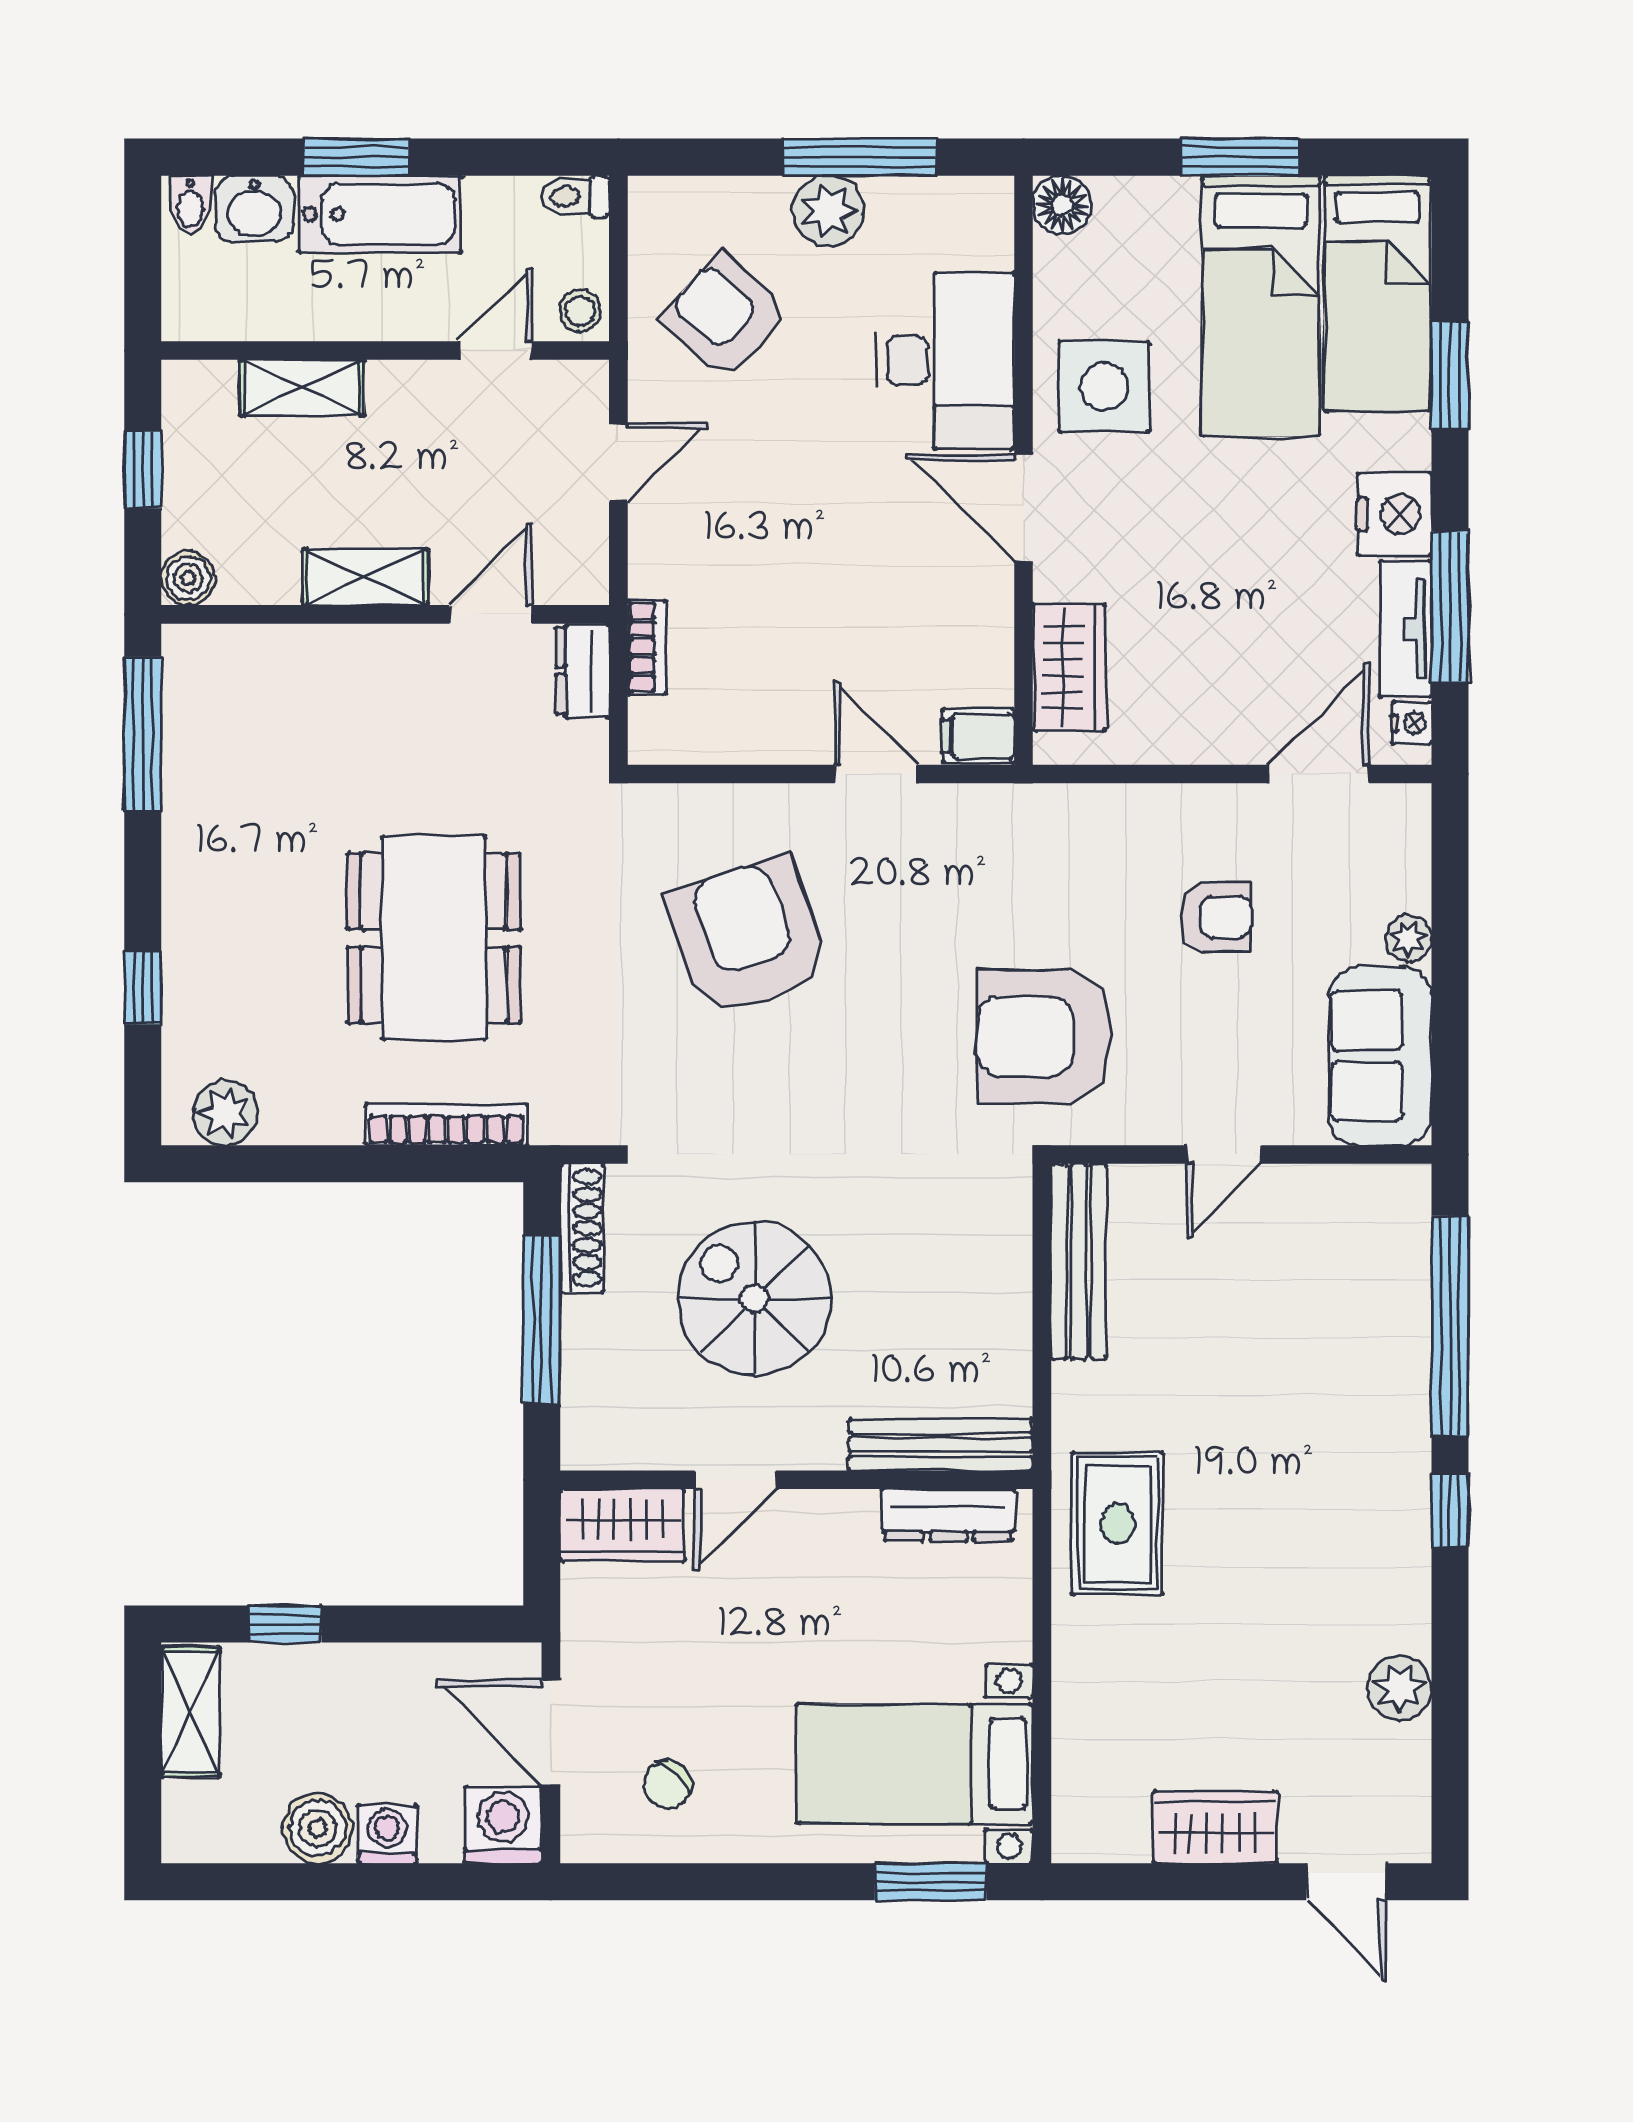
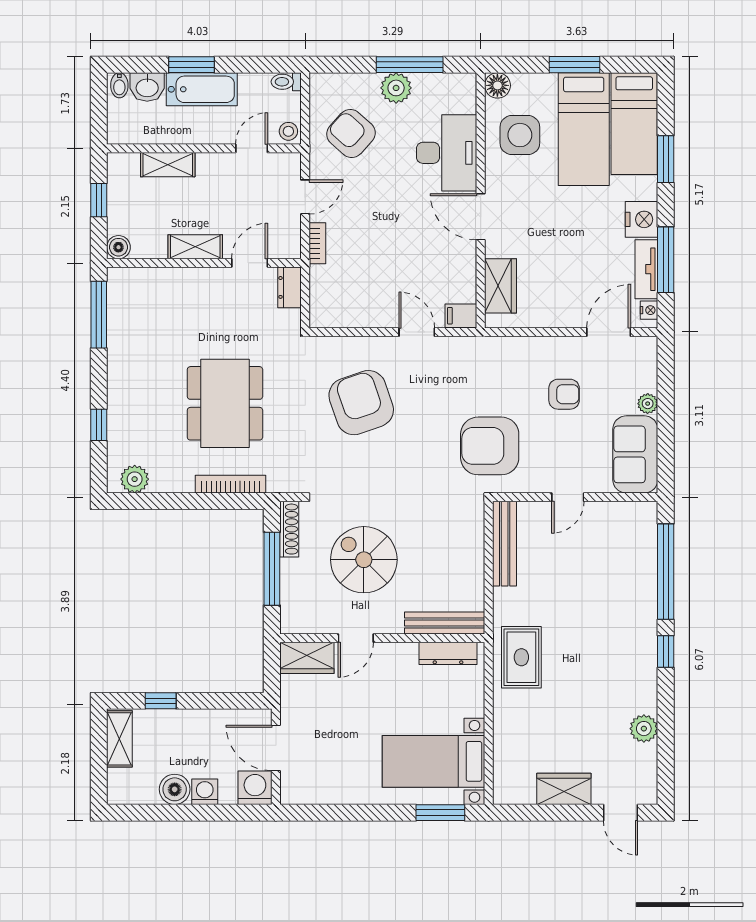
side table: (1104, 387) -> (520, 135), moved
bookcase: (647, 647) -> (317, 243), moved
chair: (667, 1785) -> (326, 771), removed

